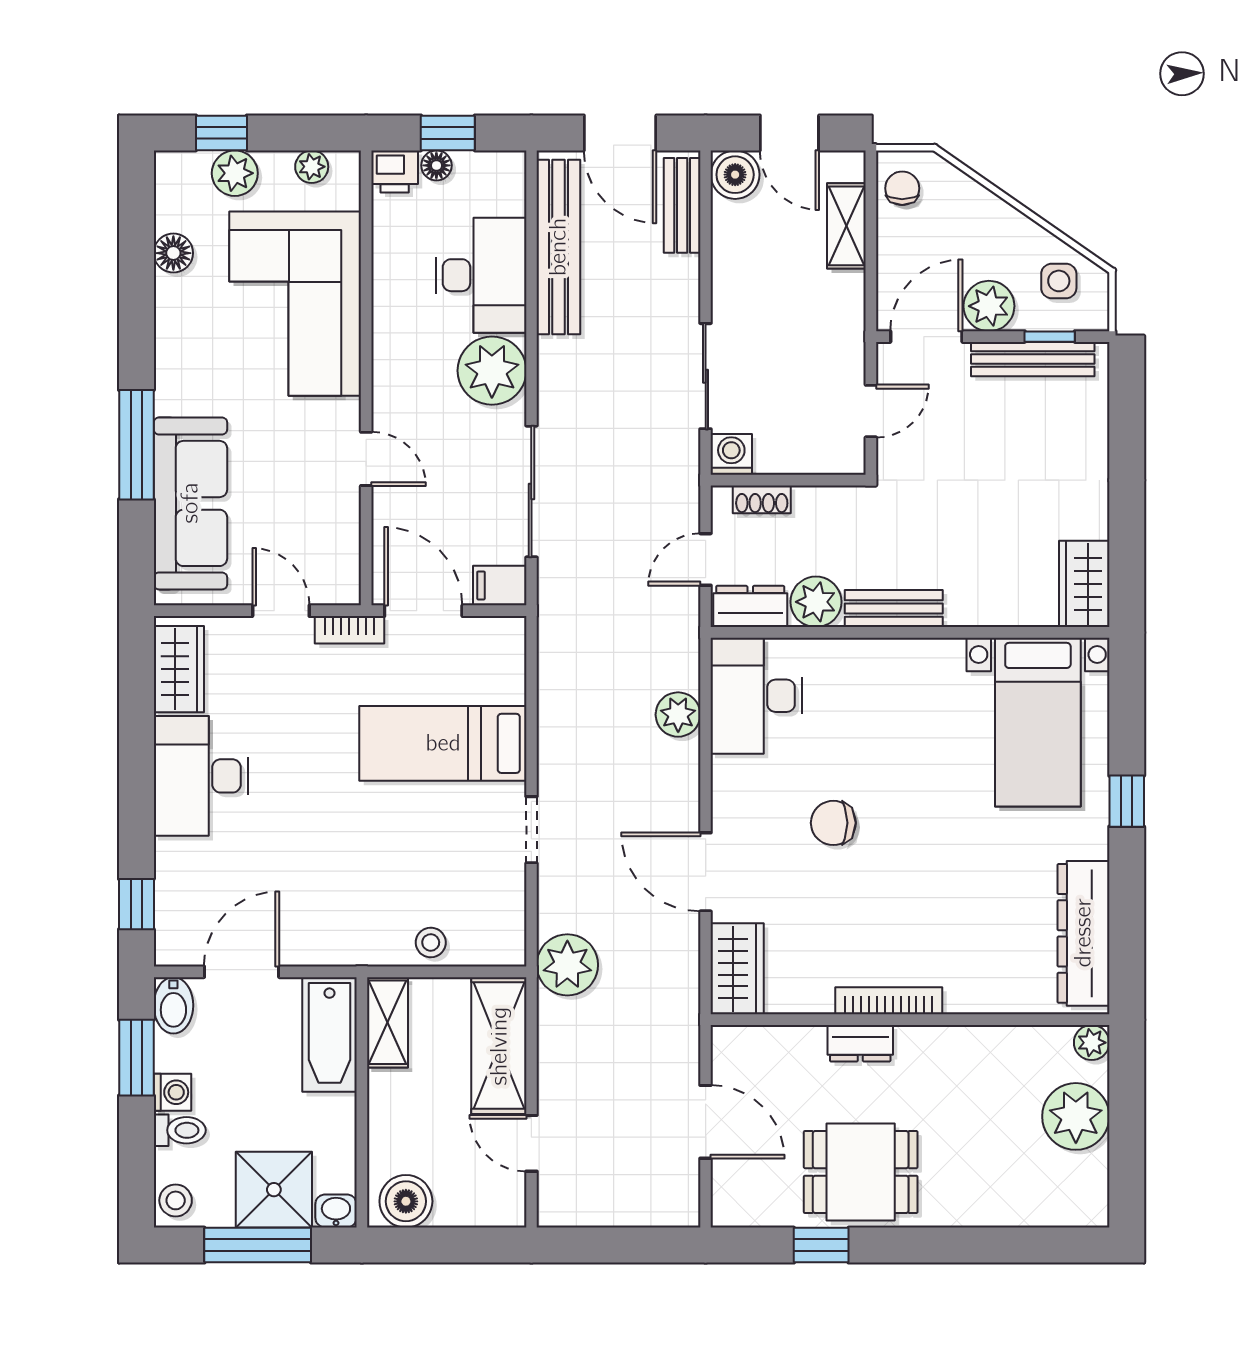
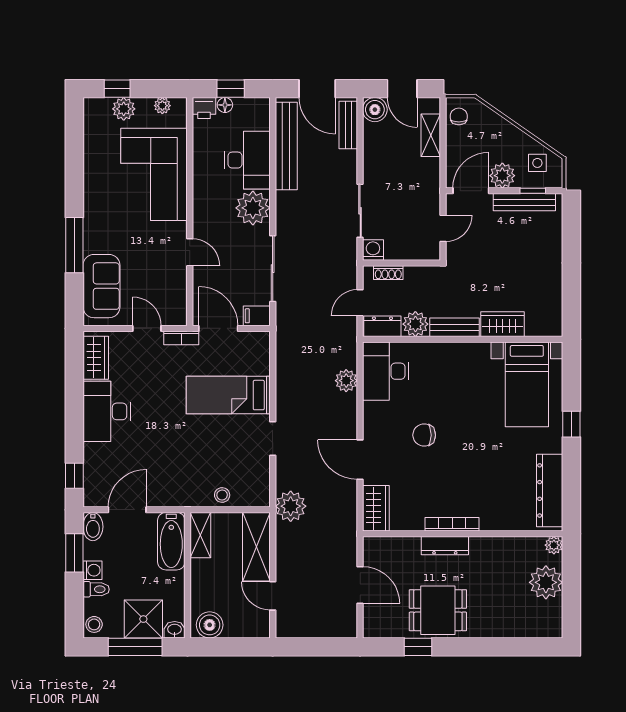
floor lamp: (173, 253) -> (93, 149), removed
sofa: (190, 503) -> (101, 286), width x0.73
wardrobe: (1084, 584) -> (503, 324), moved, turned 90
dresser: (860, 1043) -> (445, 546), width x1.44

